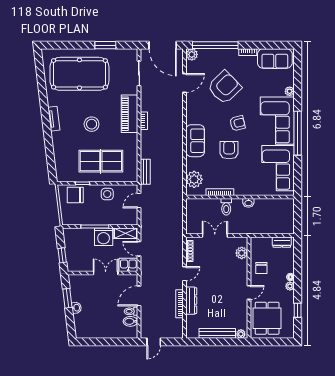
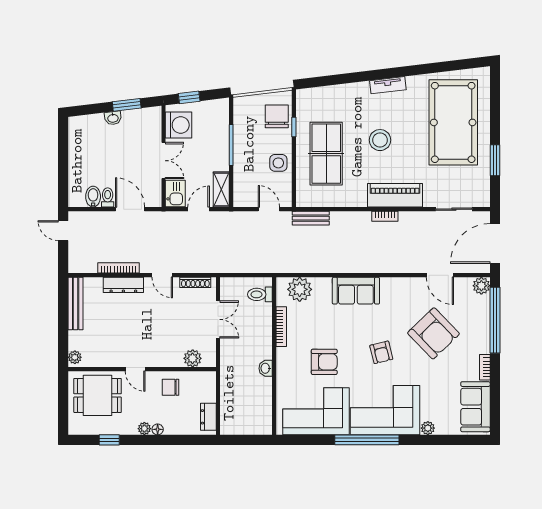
armchair: (229, 150) -> (324, 362), moved
toilet: (226, 207) -> (260, 294), moved
washing machine: (104, 237) -> (179, 125), moved, turned 180
bench: (217, 333) -> (76, 304), moved

